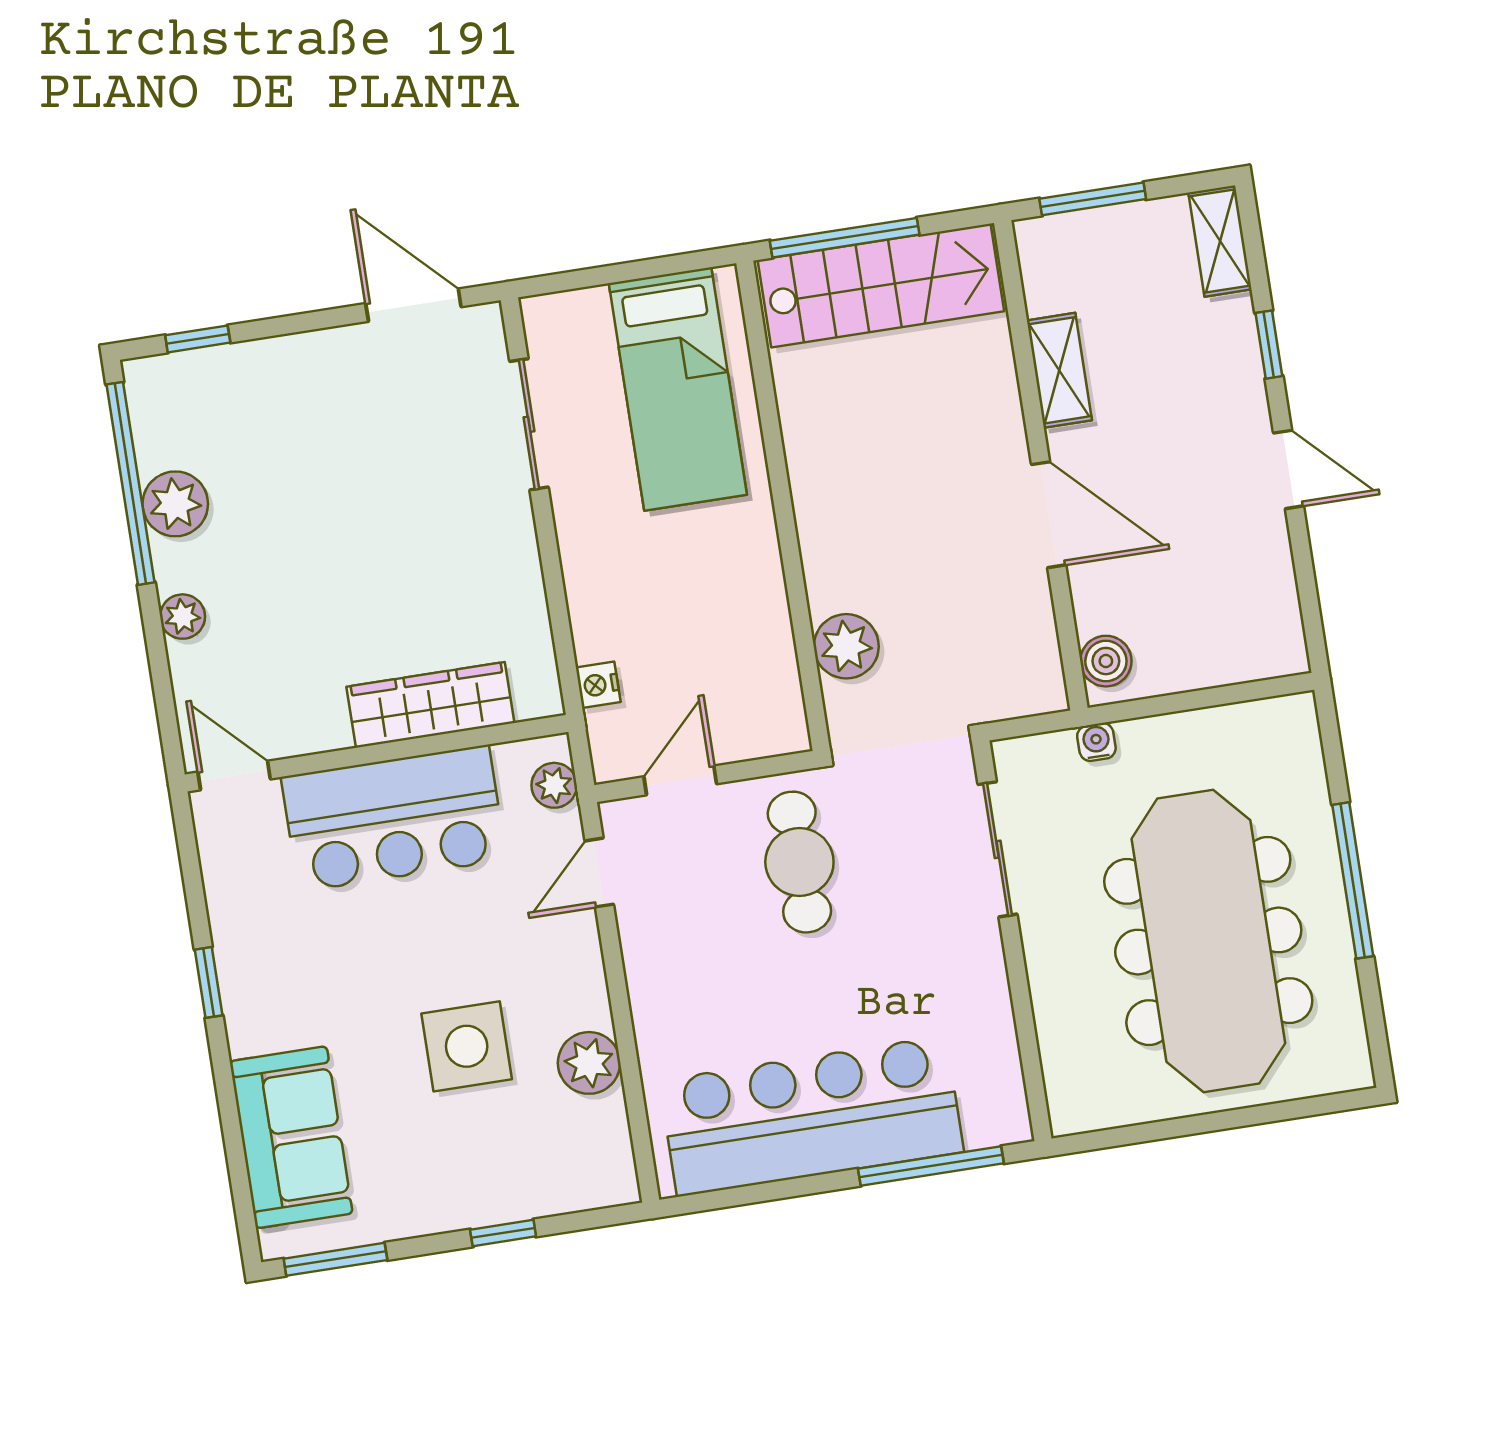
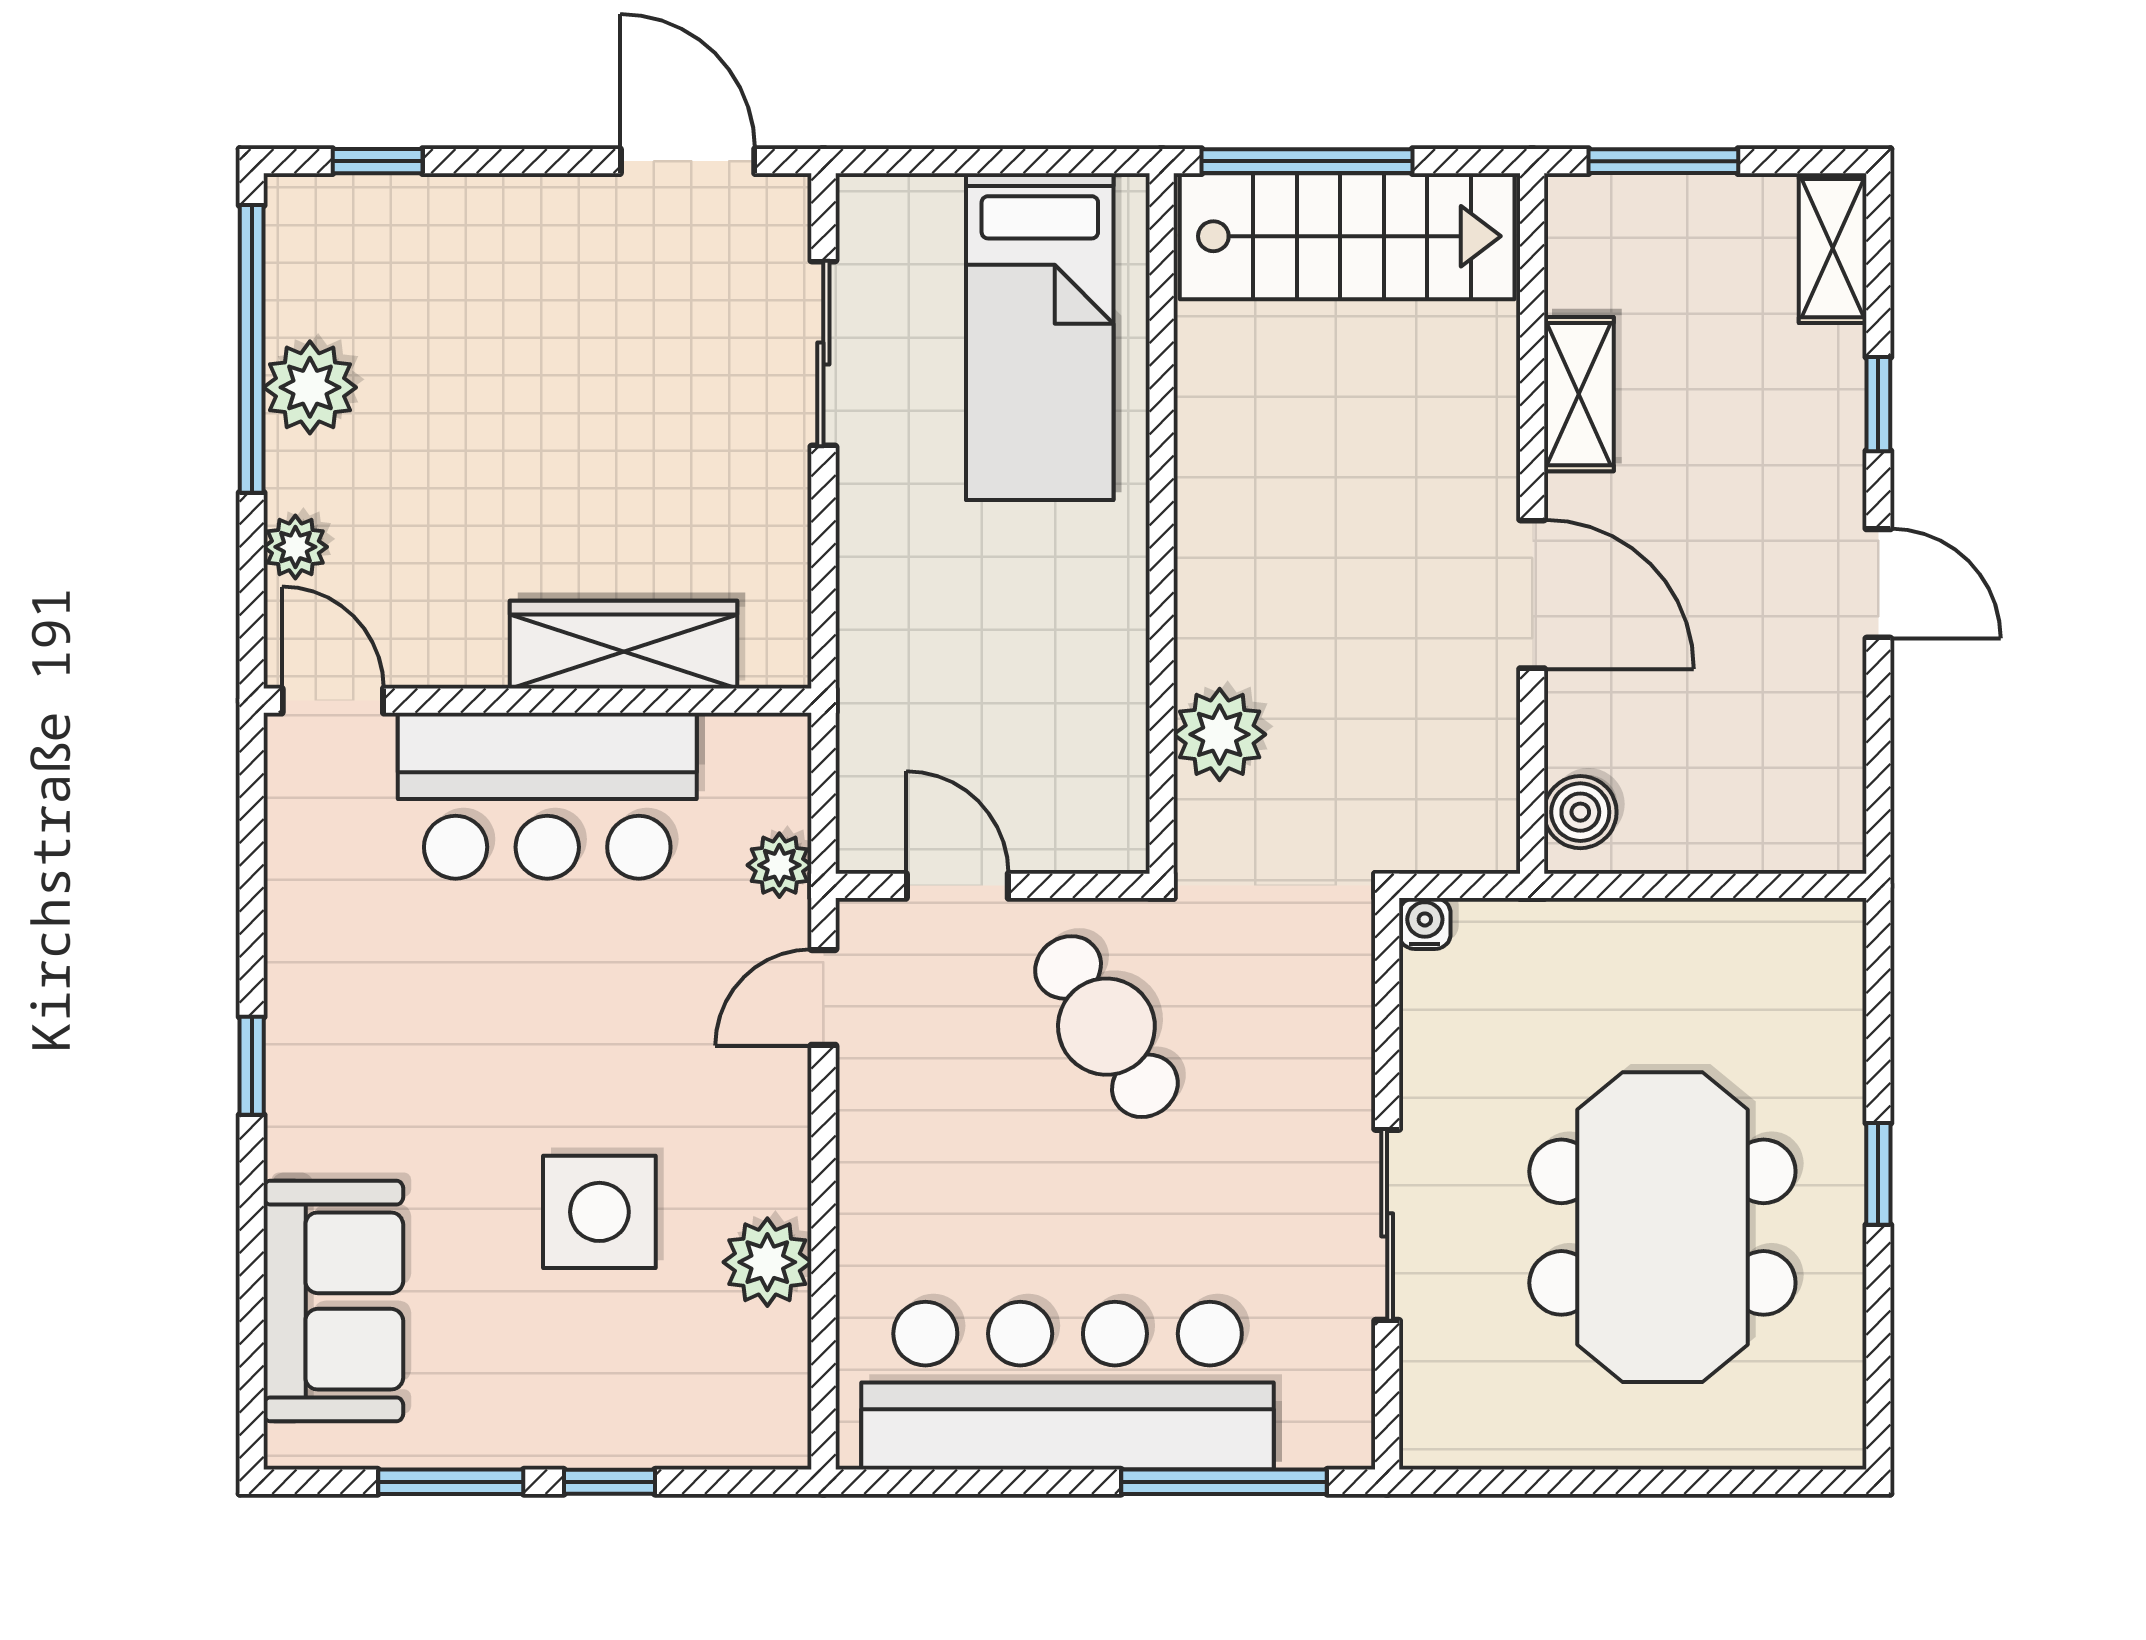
nightstand: (598, 685) -> (863, 734), removed
wardrobe: (430, 705) -> (624, 645), moved
water cooler: (1096, 742) -> (1425, 924), moved
wall: (377, 753) -> (538, 701), moved
door: (234, 775) -> (333, 701), moved
door: (680, 780) -> (957, 886), hinge flipped
bar counter: (394, 818) -> (547, 796), moved
sliding door: (998, 849) -> (1387, 1225), moved
cafe table: (799, 862) -> (1106, 1027), turned -33
window: (1353, 880) -> (1878, 1174), width x0.46
meeting table: (1208, 941) -> (1662, 1227), width x0.73
window: (335, 1259) -> (451, 1482), moved

